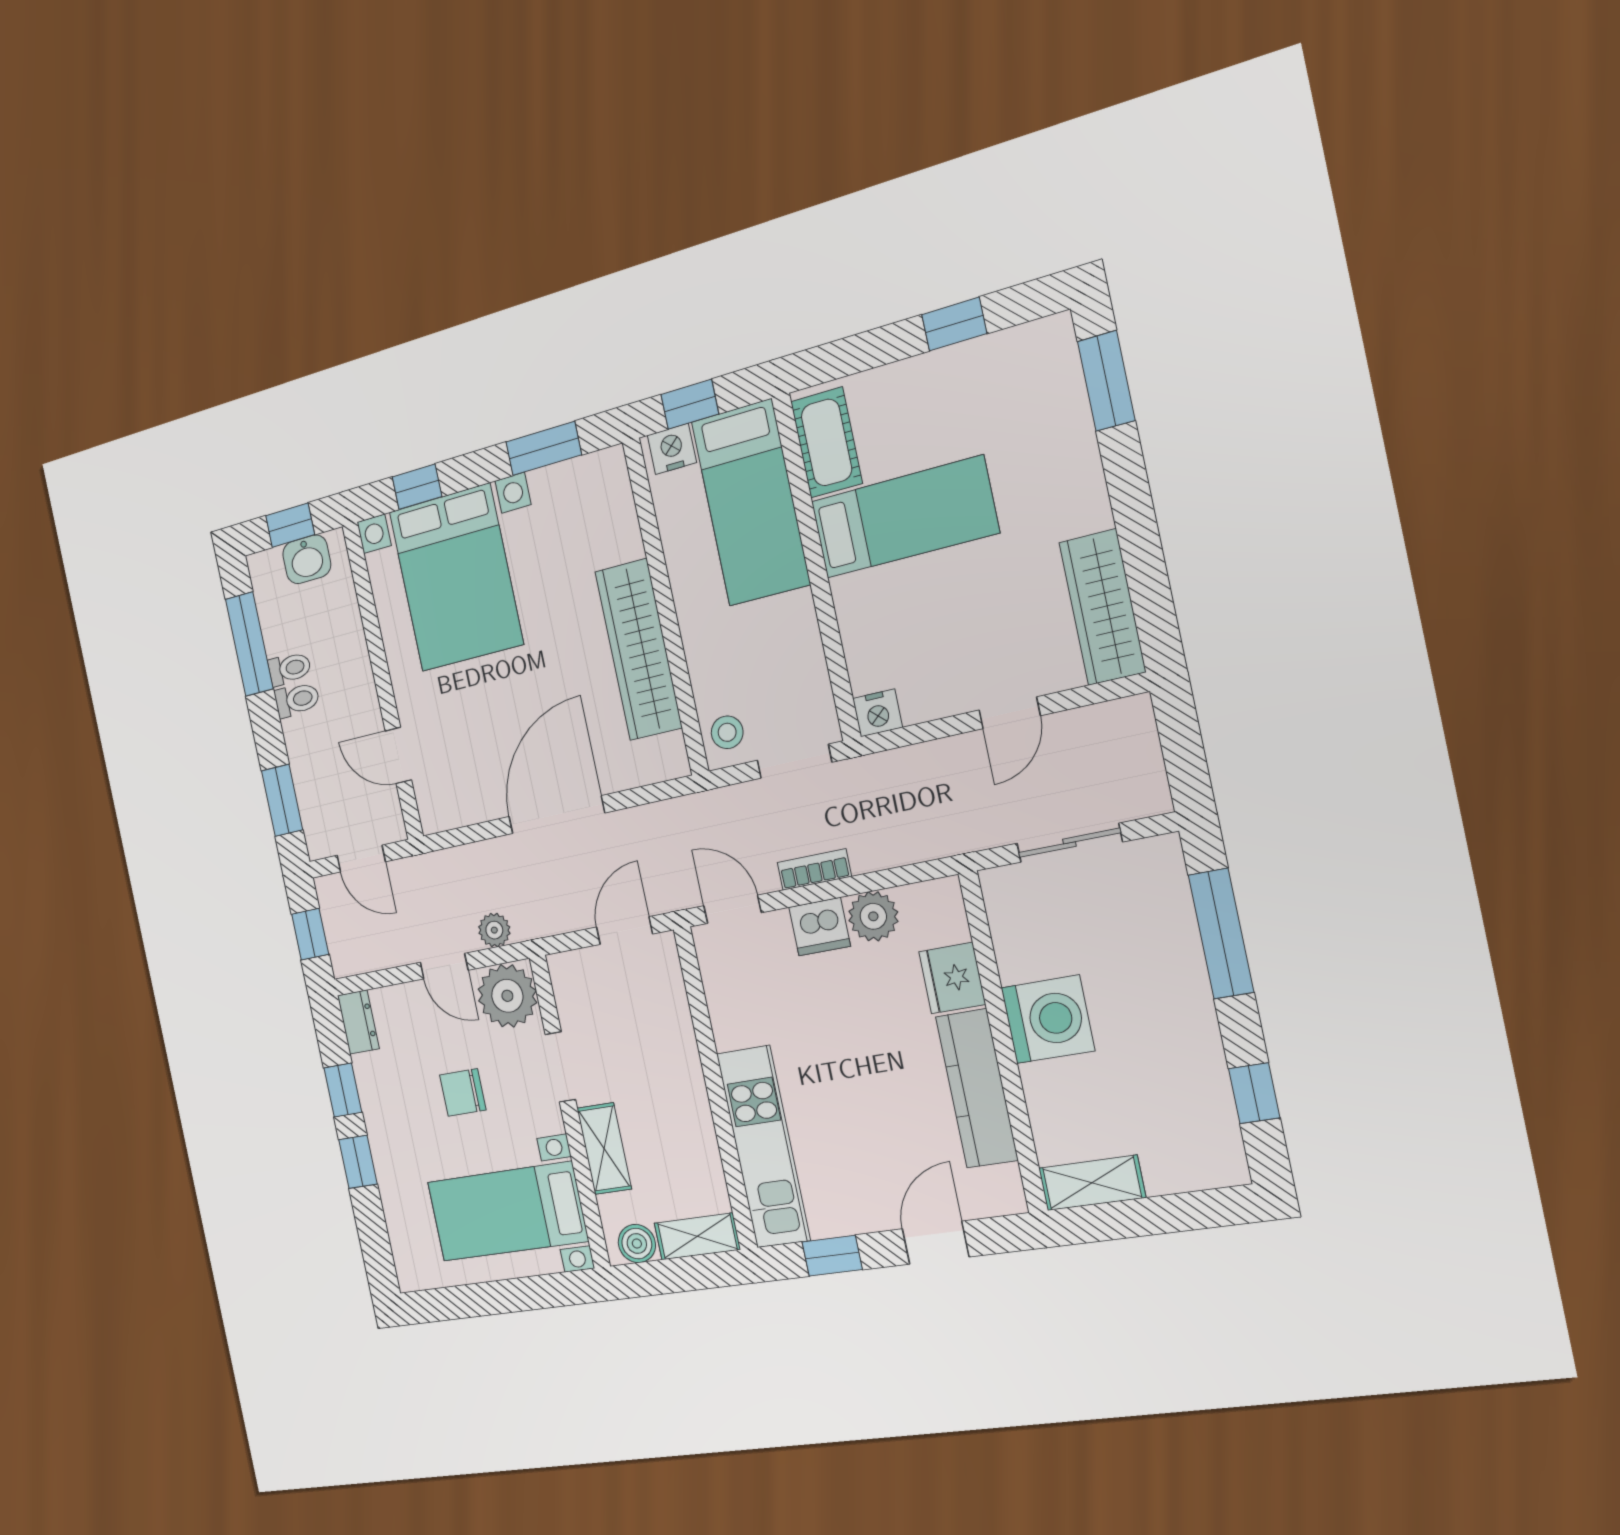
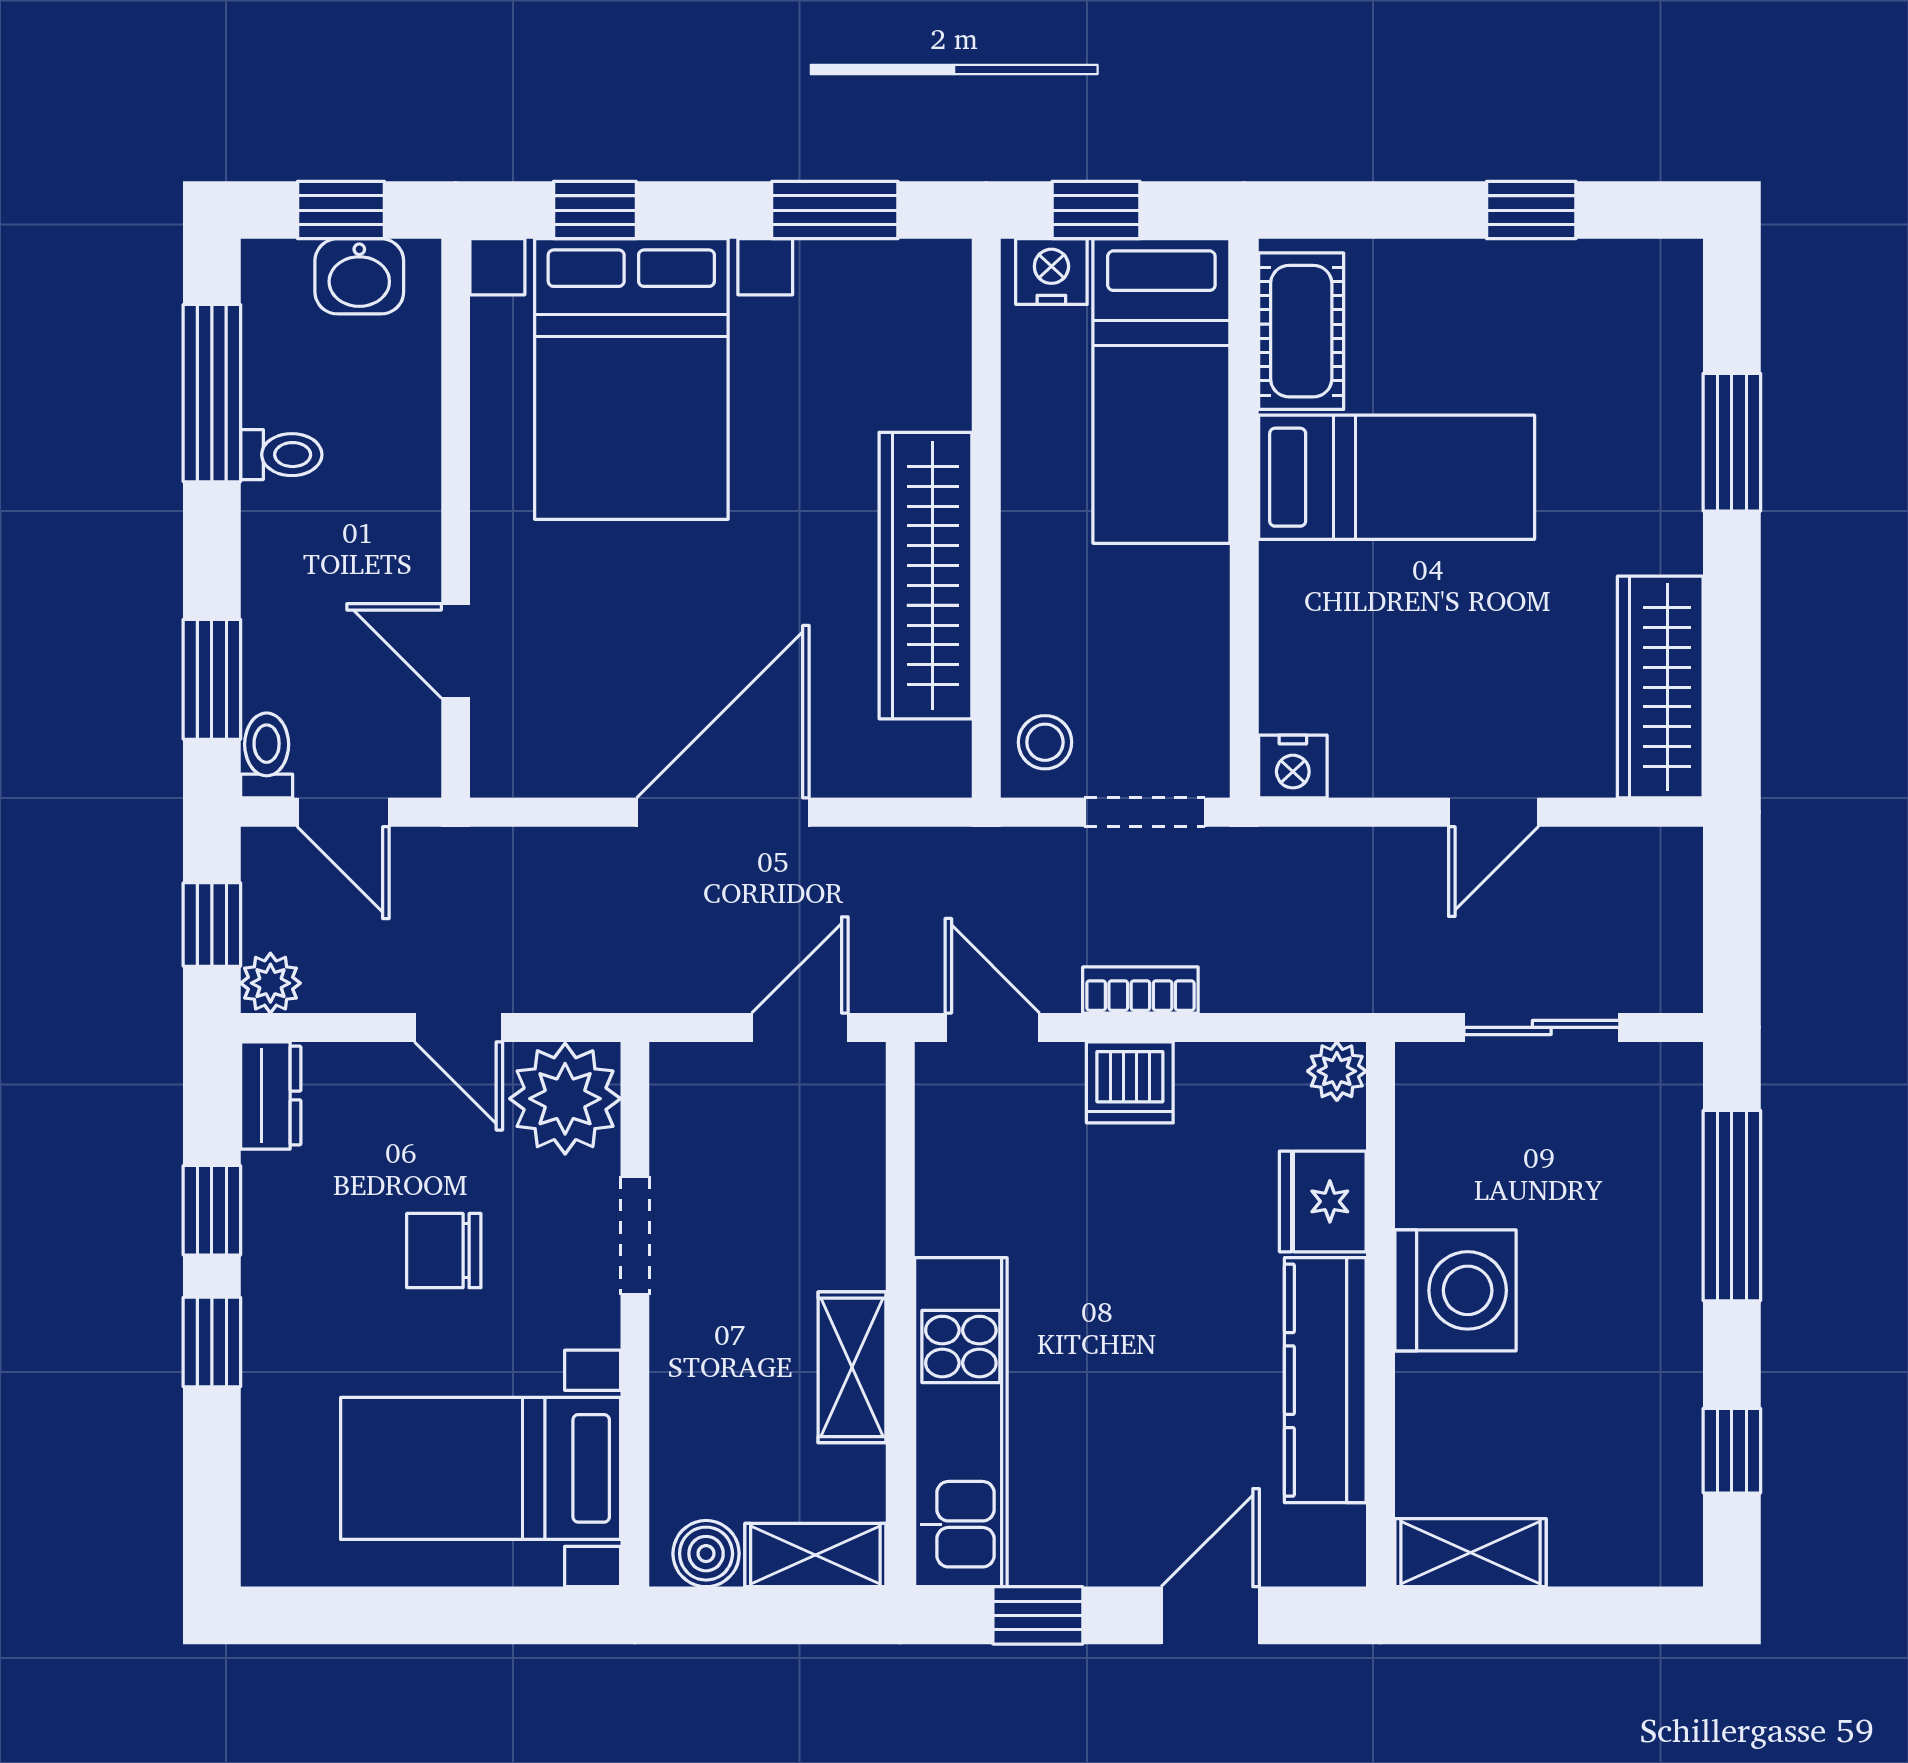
window: (1106, 381) -> (1732, 442), moved
toilet: (297, 700) -> (267, 755), moved, turned -90
plant: (873, 916) -> (1337, 1071), moved, width x0.73, depth x0.73
plant: (494, 930) -> (270, 983), moved
shelving: (604, 1149) -> (852, 1367), moved

